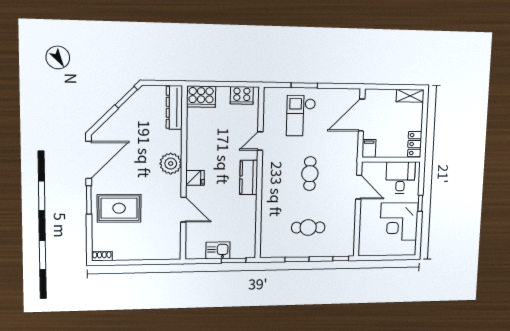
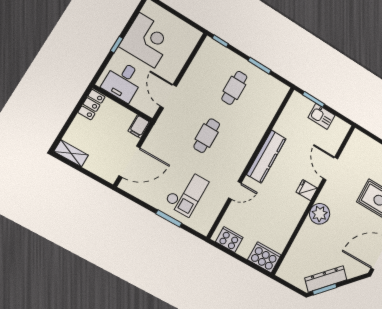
dresser: (174, 107) -> (326, 279), moved, turned -135
kitchen counter: (249, 177) -> (266, 157), width x1.50
cafe table: (308, 228) -> (234, 88), turned 90

